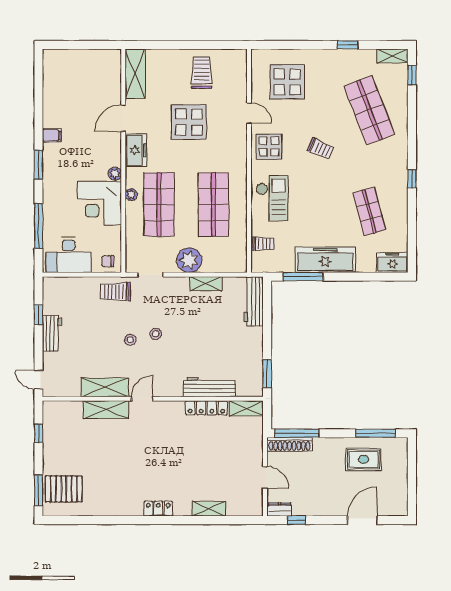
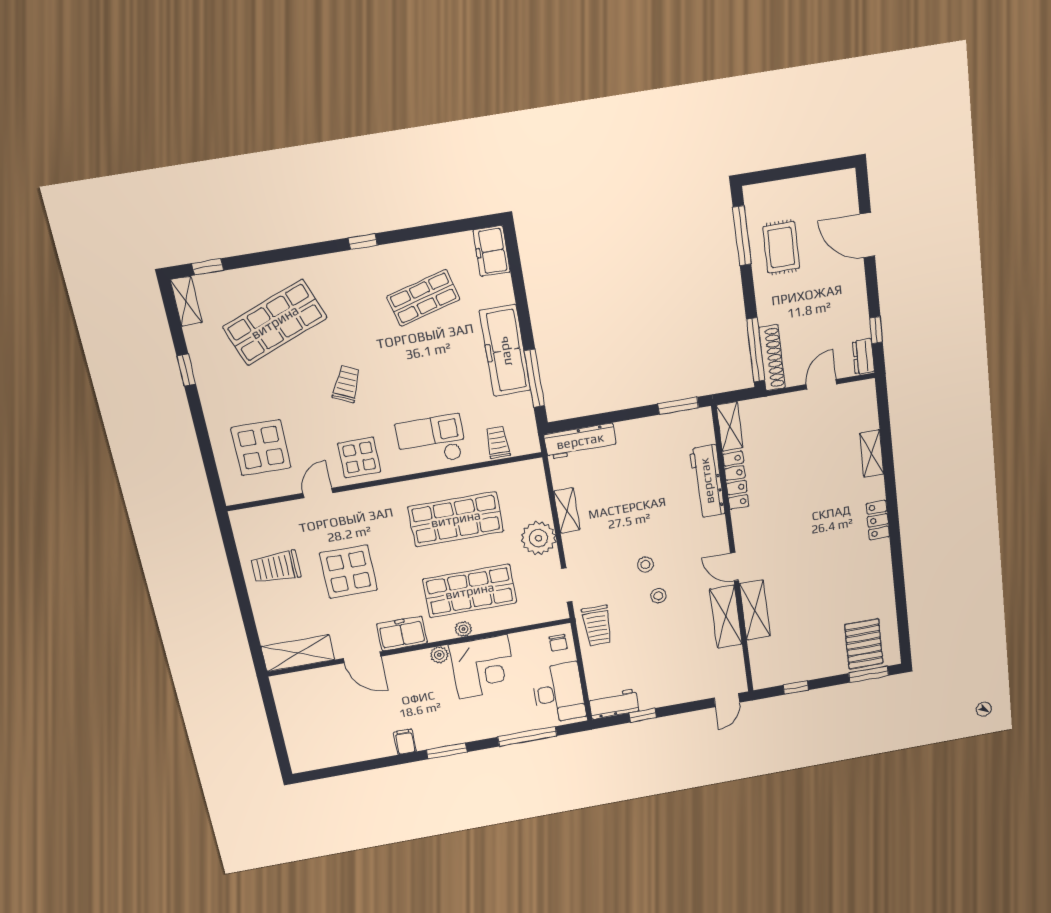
workbench: (52, 333) -> (614, 704), moved

